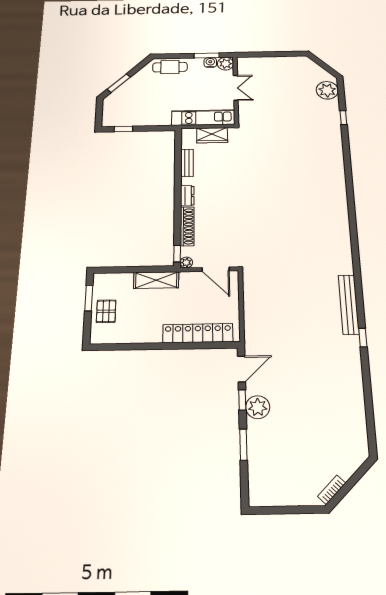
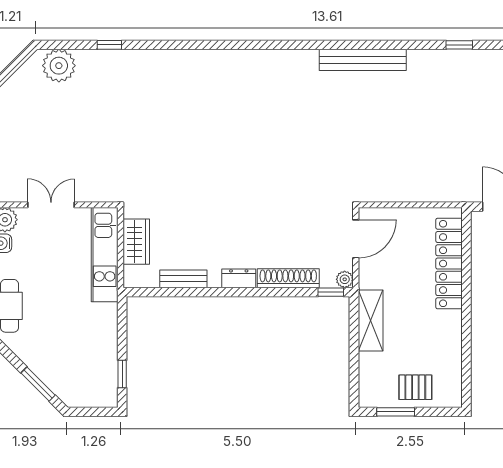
bench: (349, 304) -> (363, 60), moved

